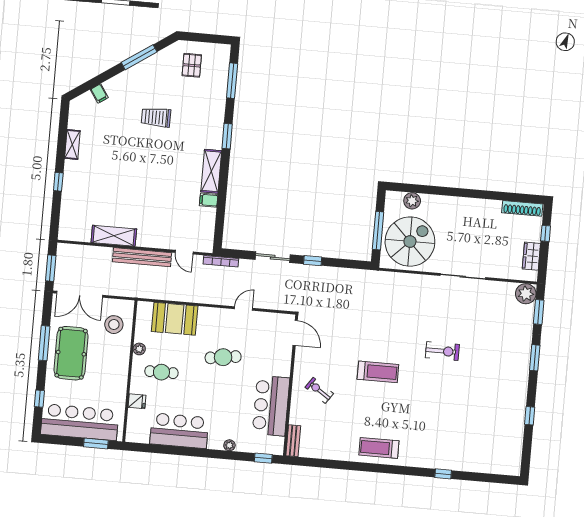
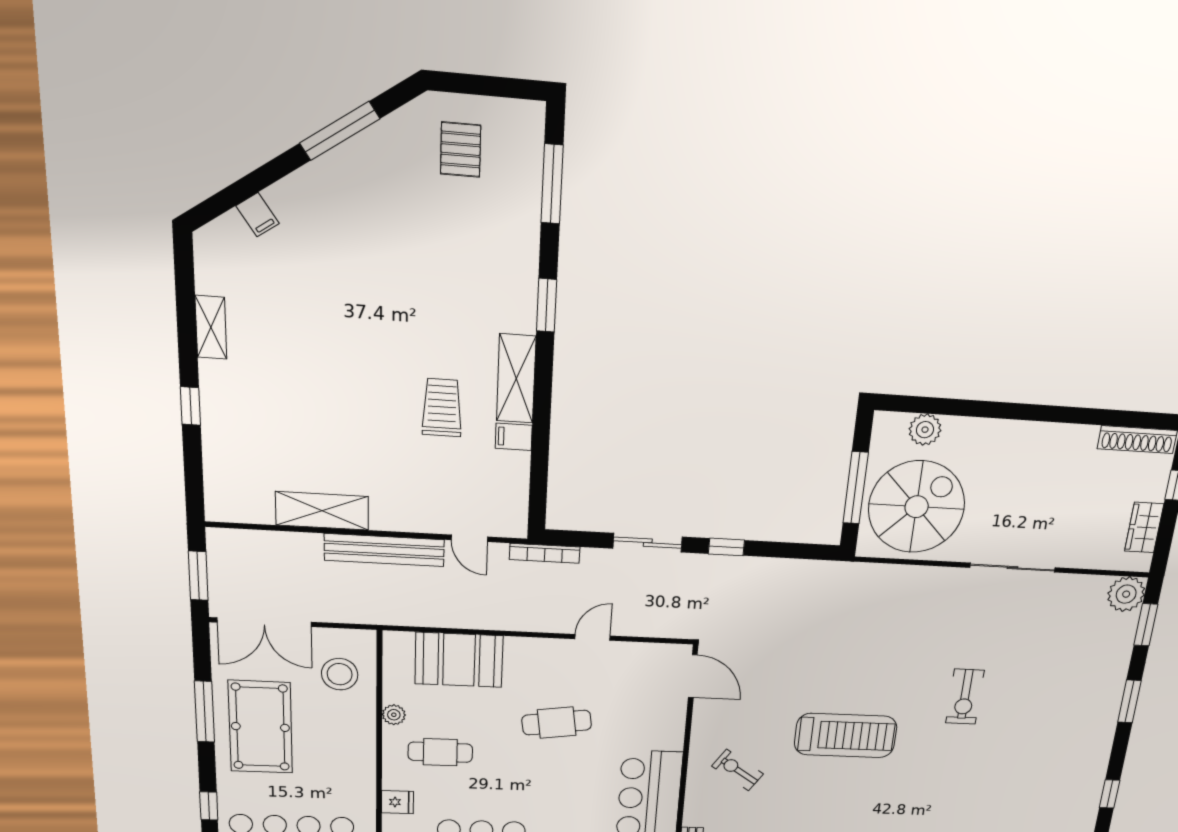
trolley: (156, 117) -> (442, 408), moved, turned 90
exercise bike: (442, 351) -> (965, 697), turned 90
treadmill: (378, 372) -> (846, 735), width x1.37, depth x1.38

